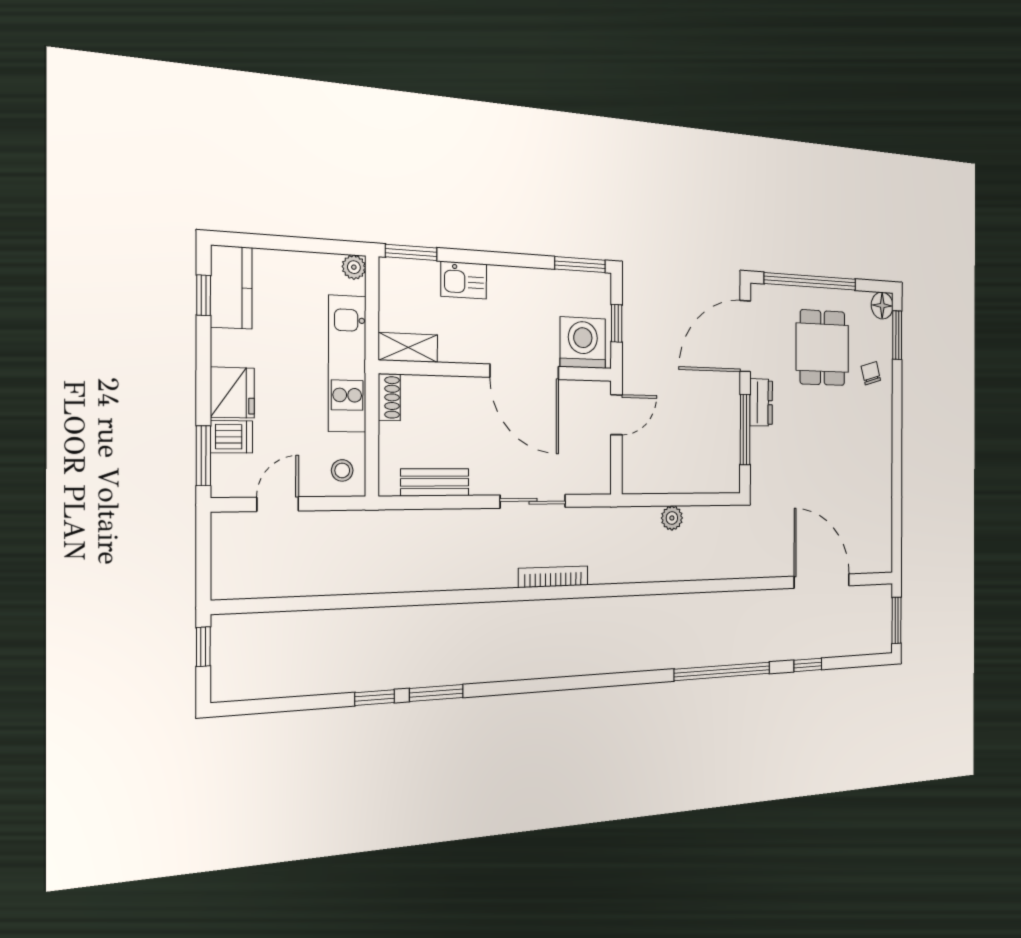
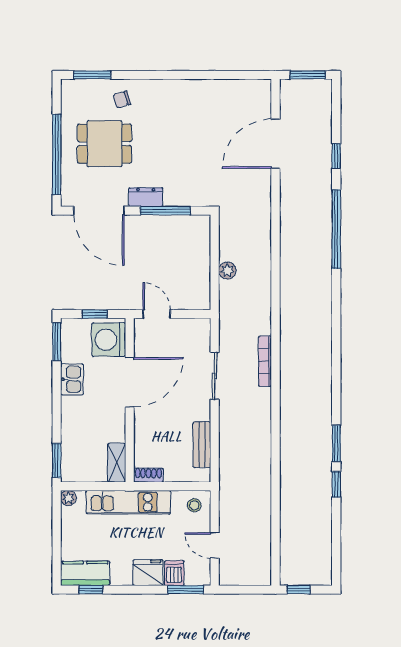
kitchen sink: (464, 280) -> (72, 379), moved
floor lamp: (882, 306) -> (71, 89), removed

